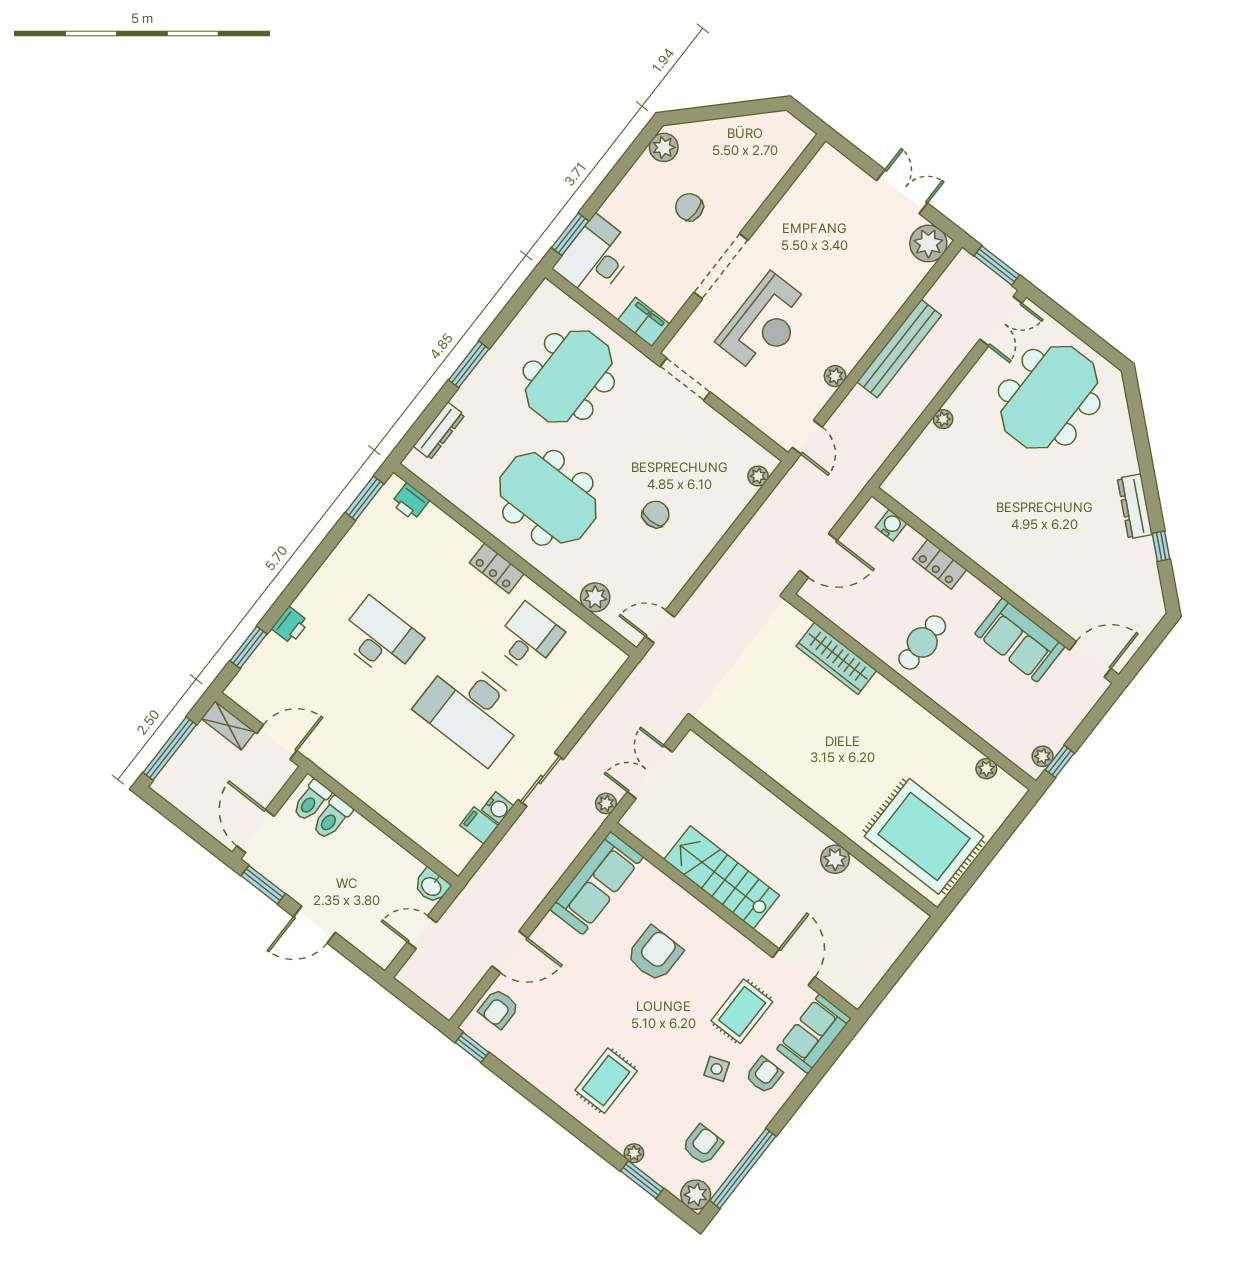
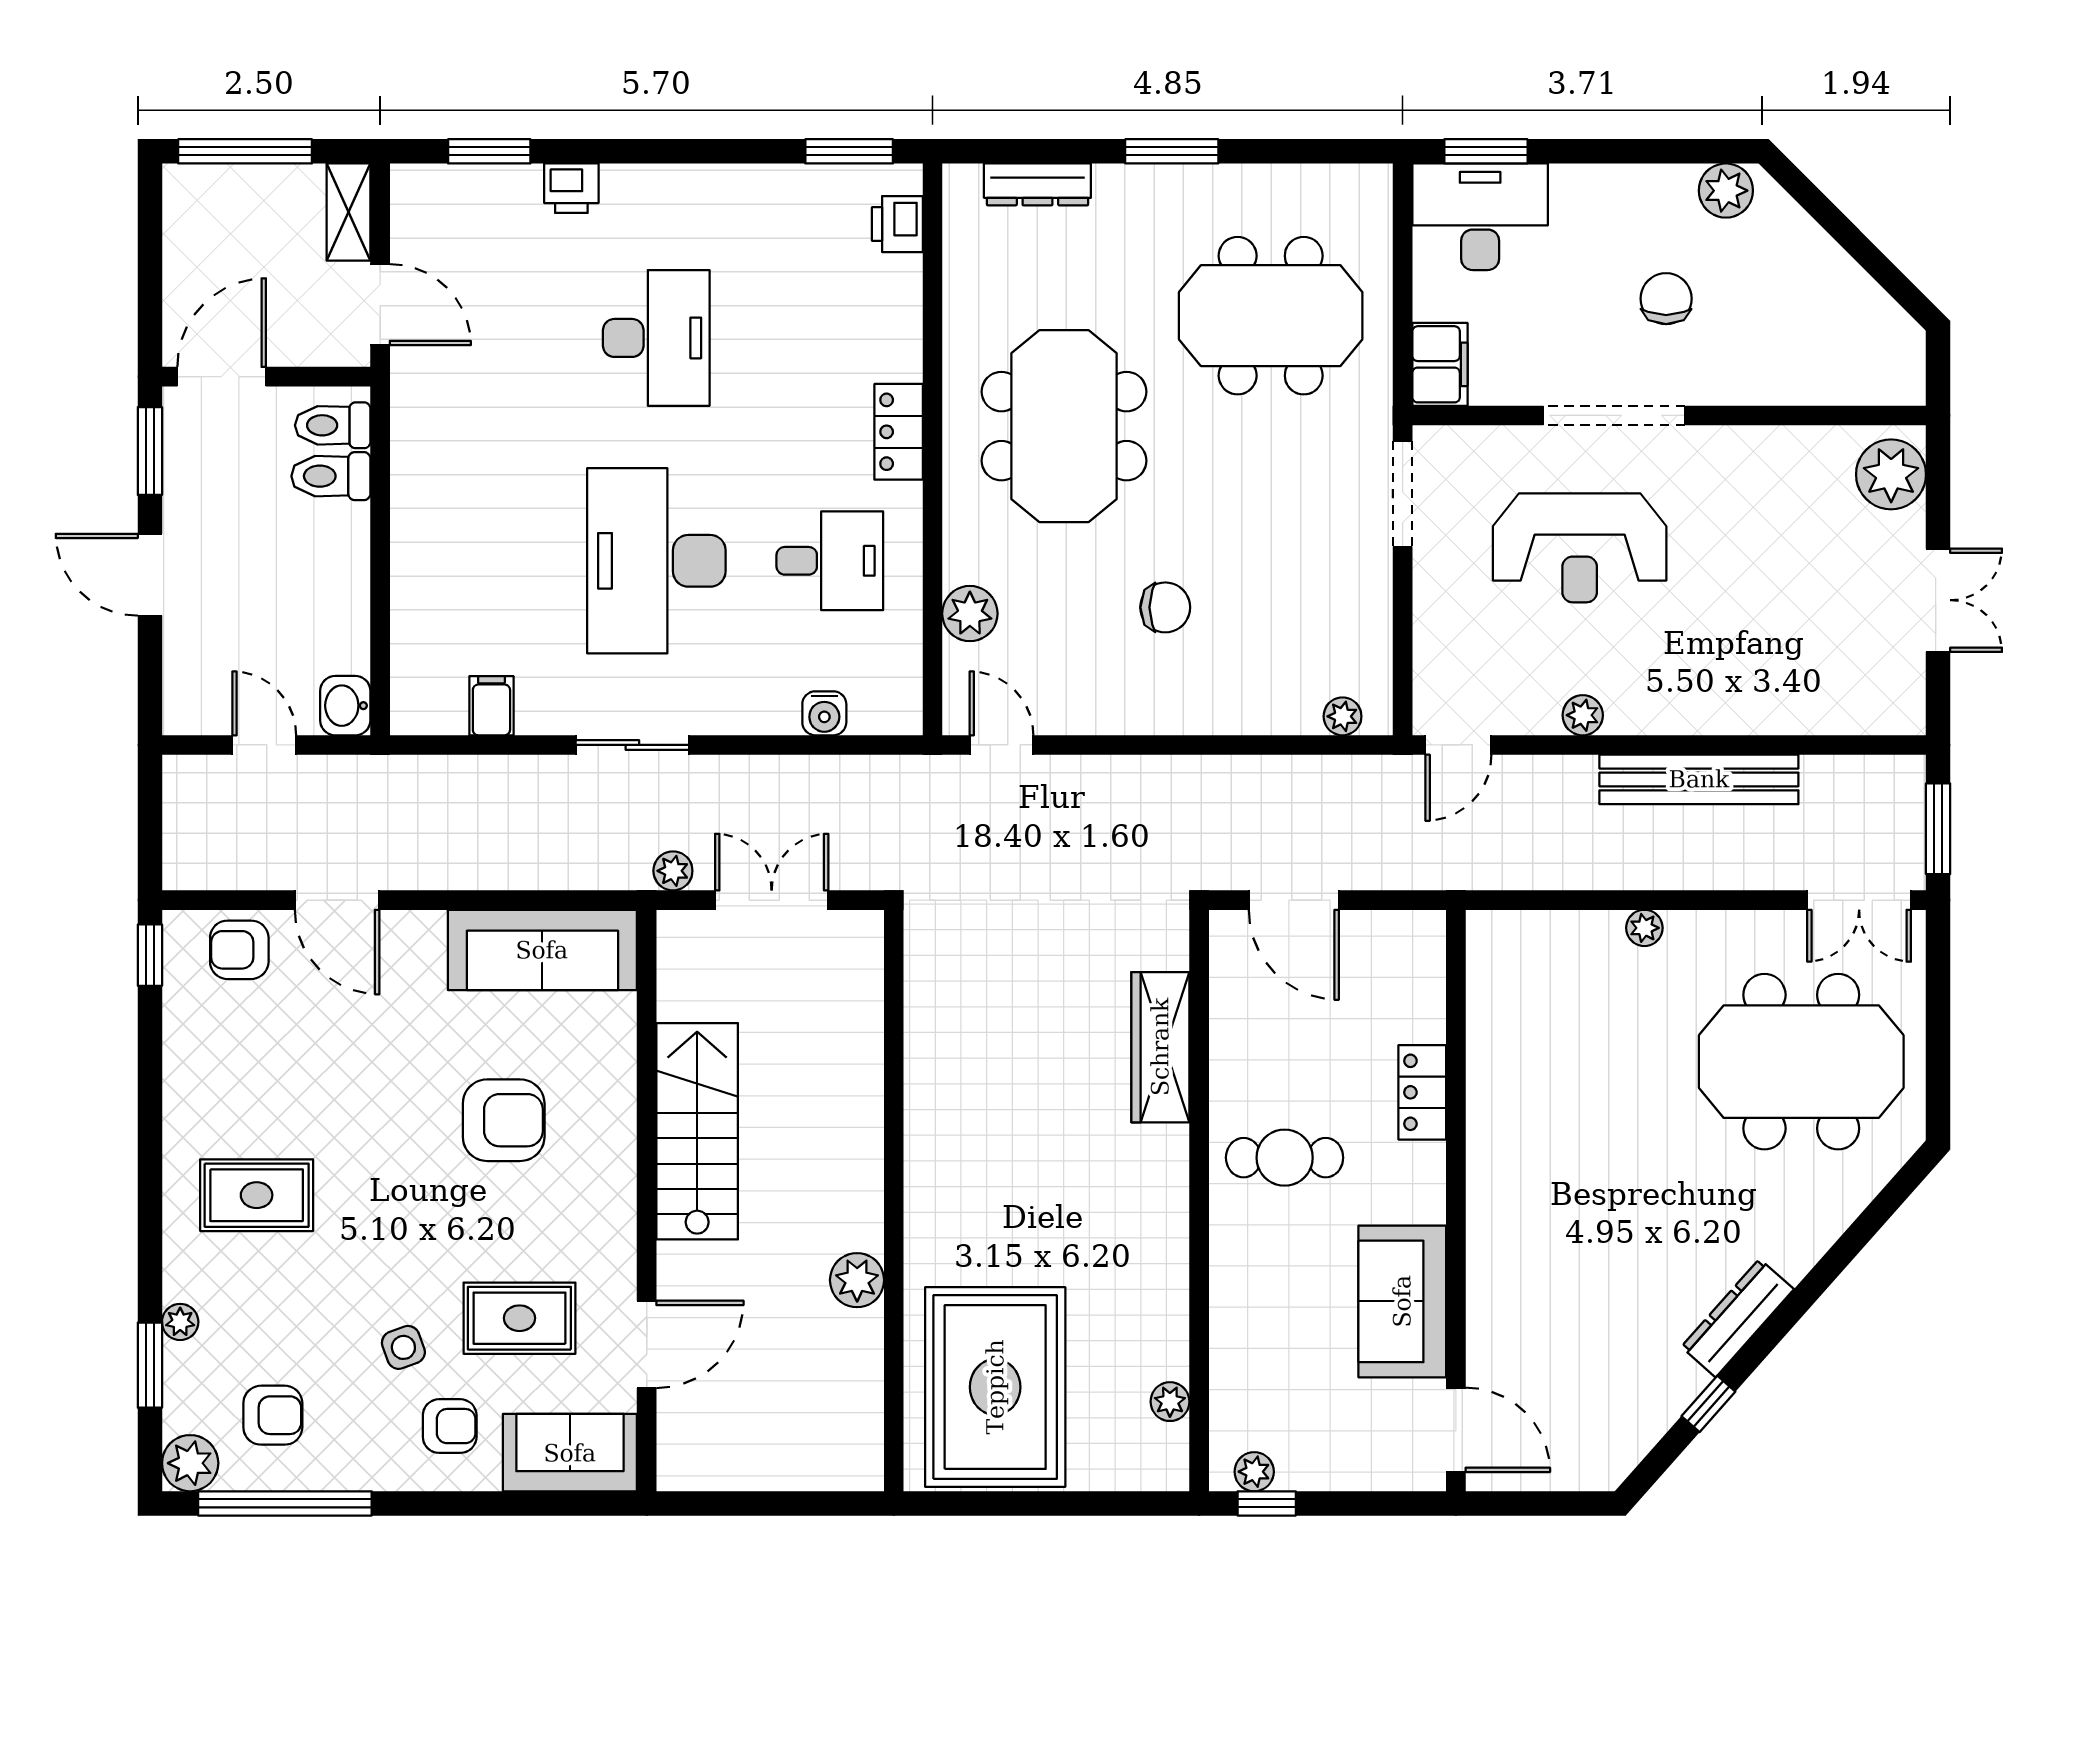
plant: (928, 243) -> (1891, 474), moved
water cooler: (891, 525) -> (1424, 974), removed
water cooler: (498, 808) -> (824, 713), moved

